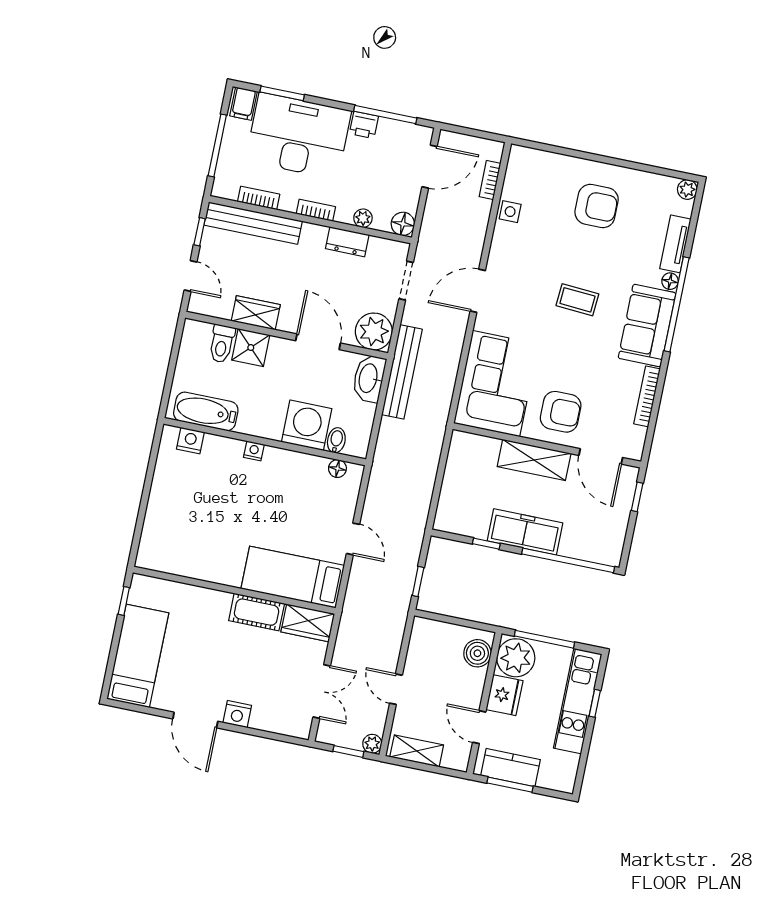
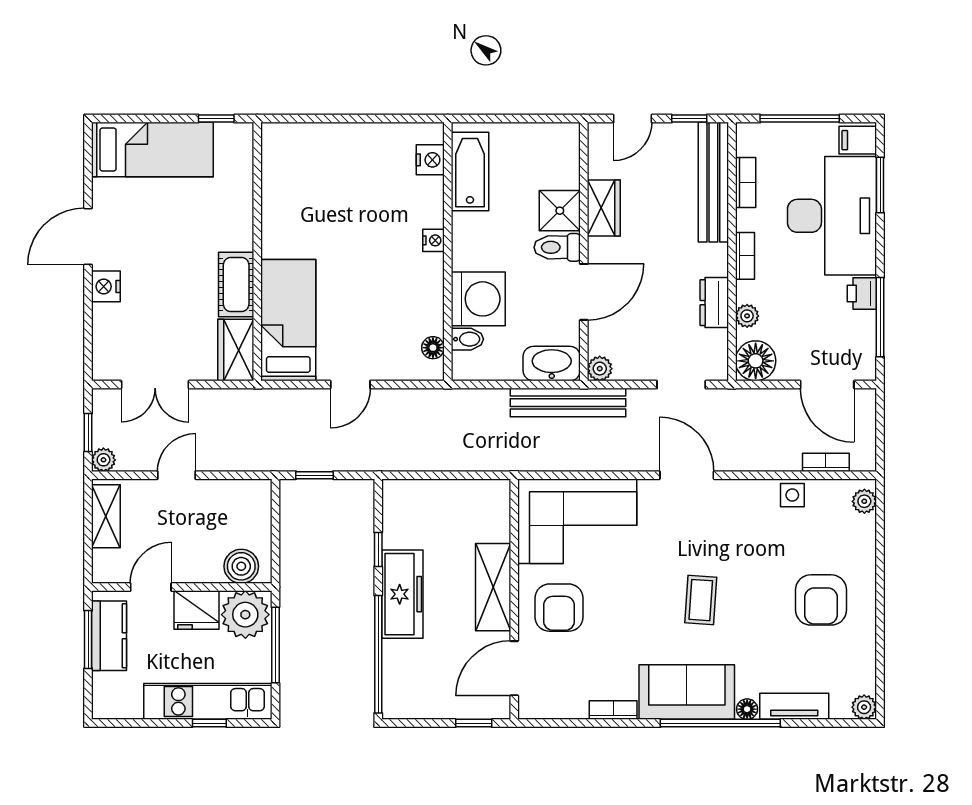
plant: (527, 156) -> (864, 501), added
floor lamp: (403, 224) -> (756, 361), width x1.38, depth x1.38
plant: (374, 331) -> (600, 369), width x0.53, depth x0.53
toilet: (222, 344) -> (557, 247), moved
bookcase: (647, 396) -> (613, 710), width x0.64

